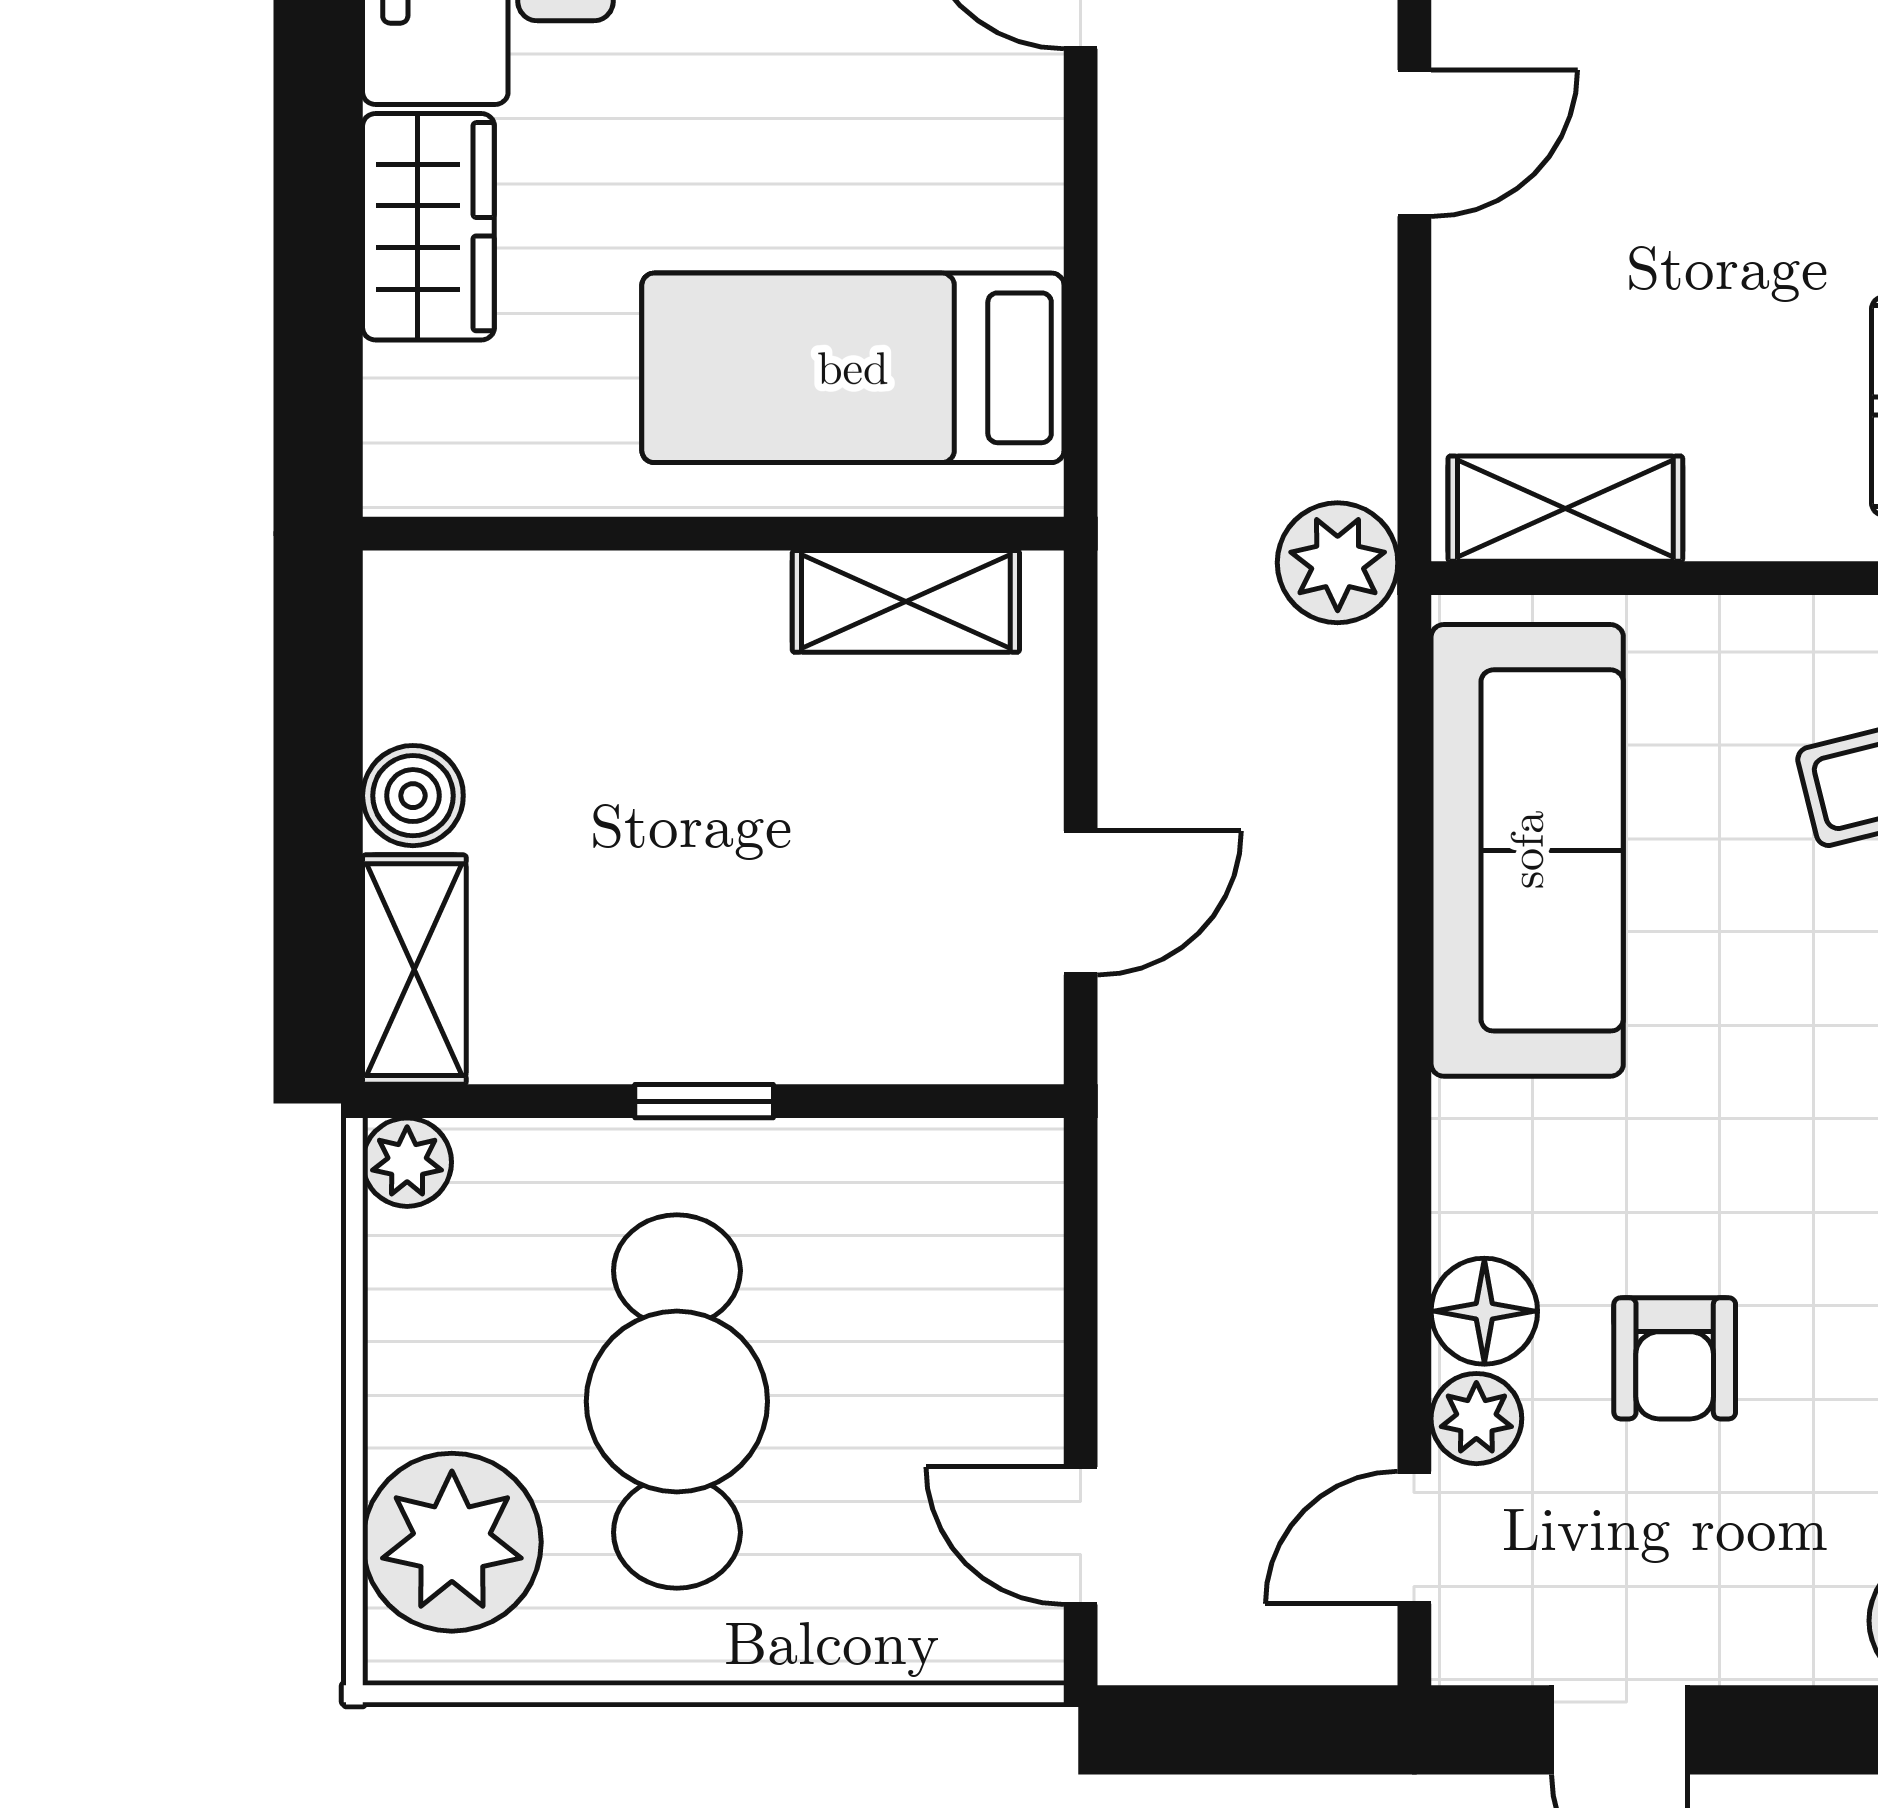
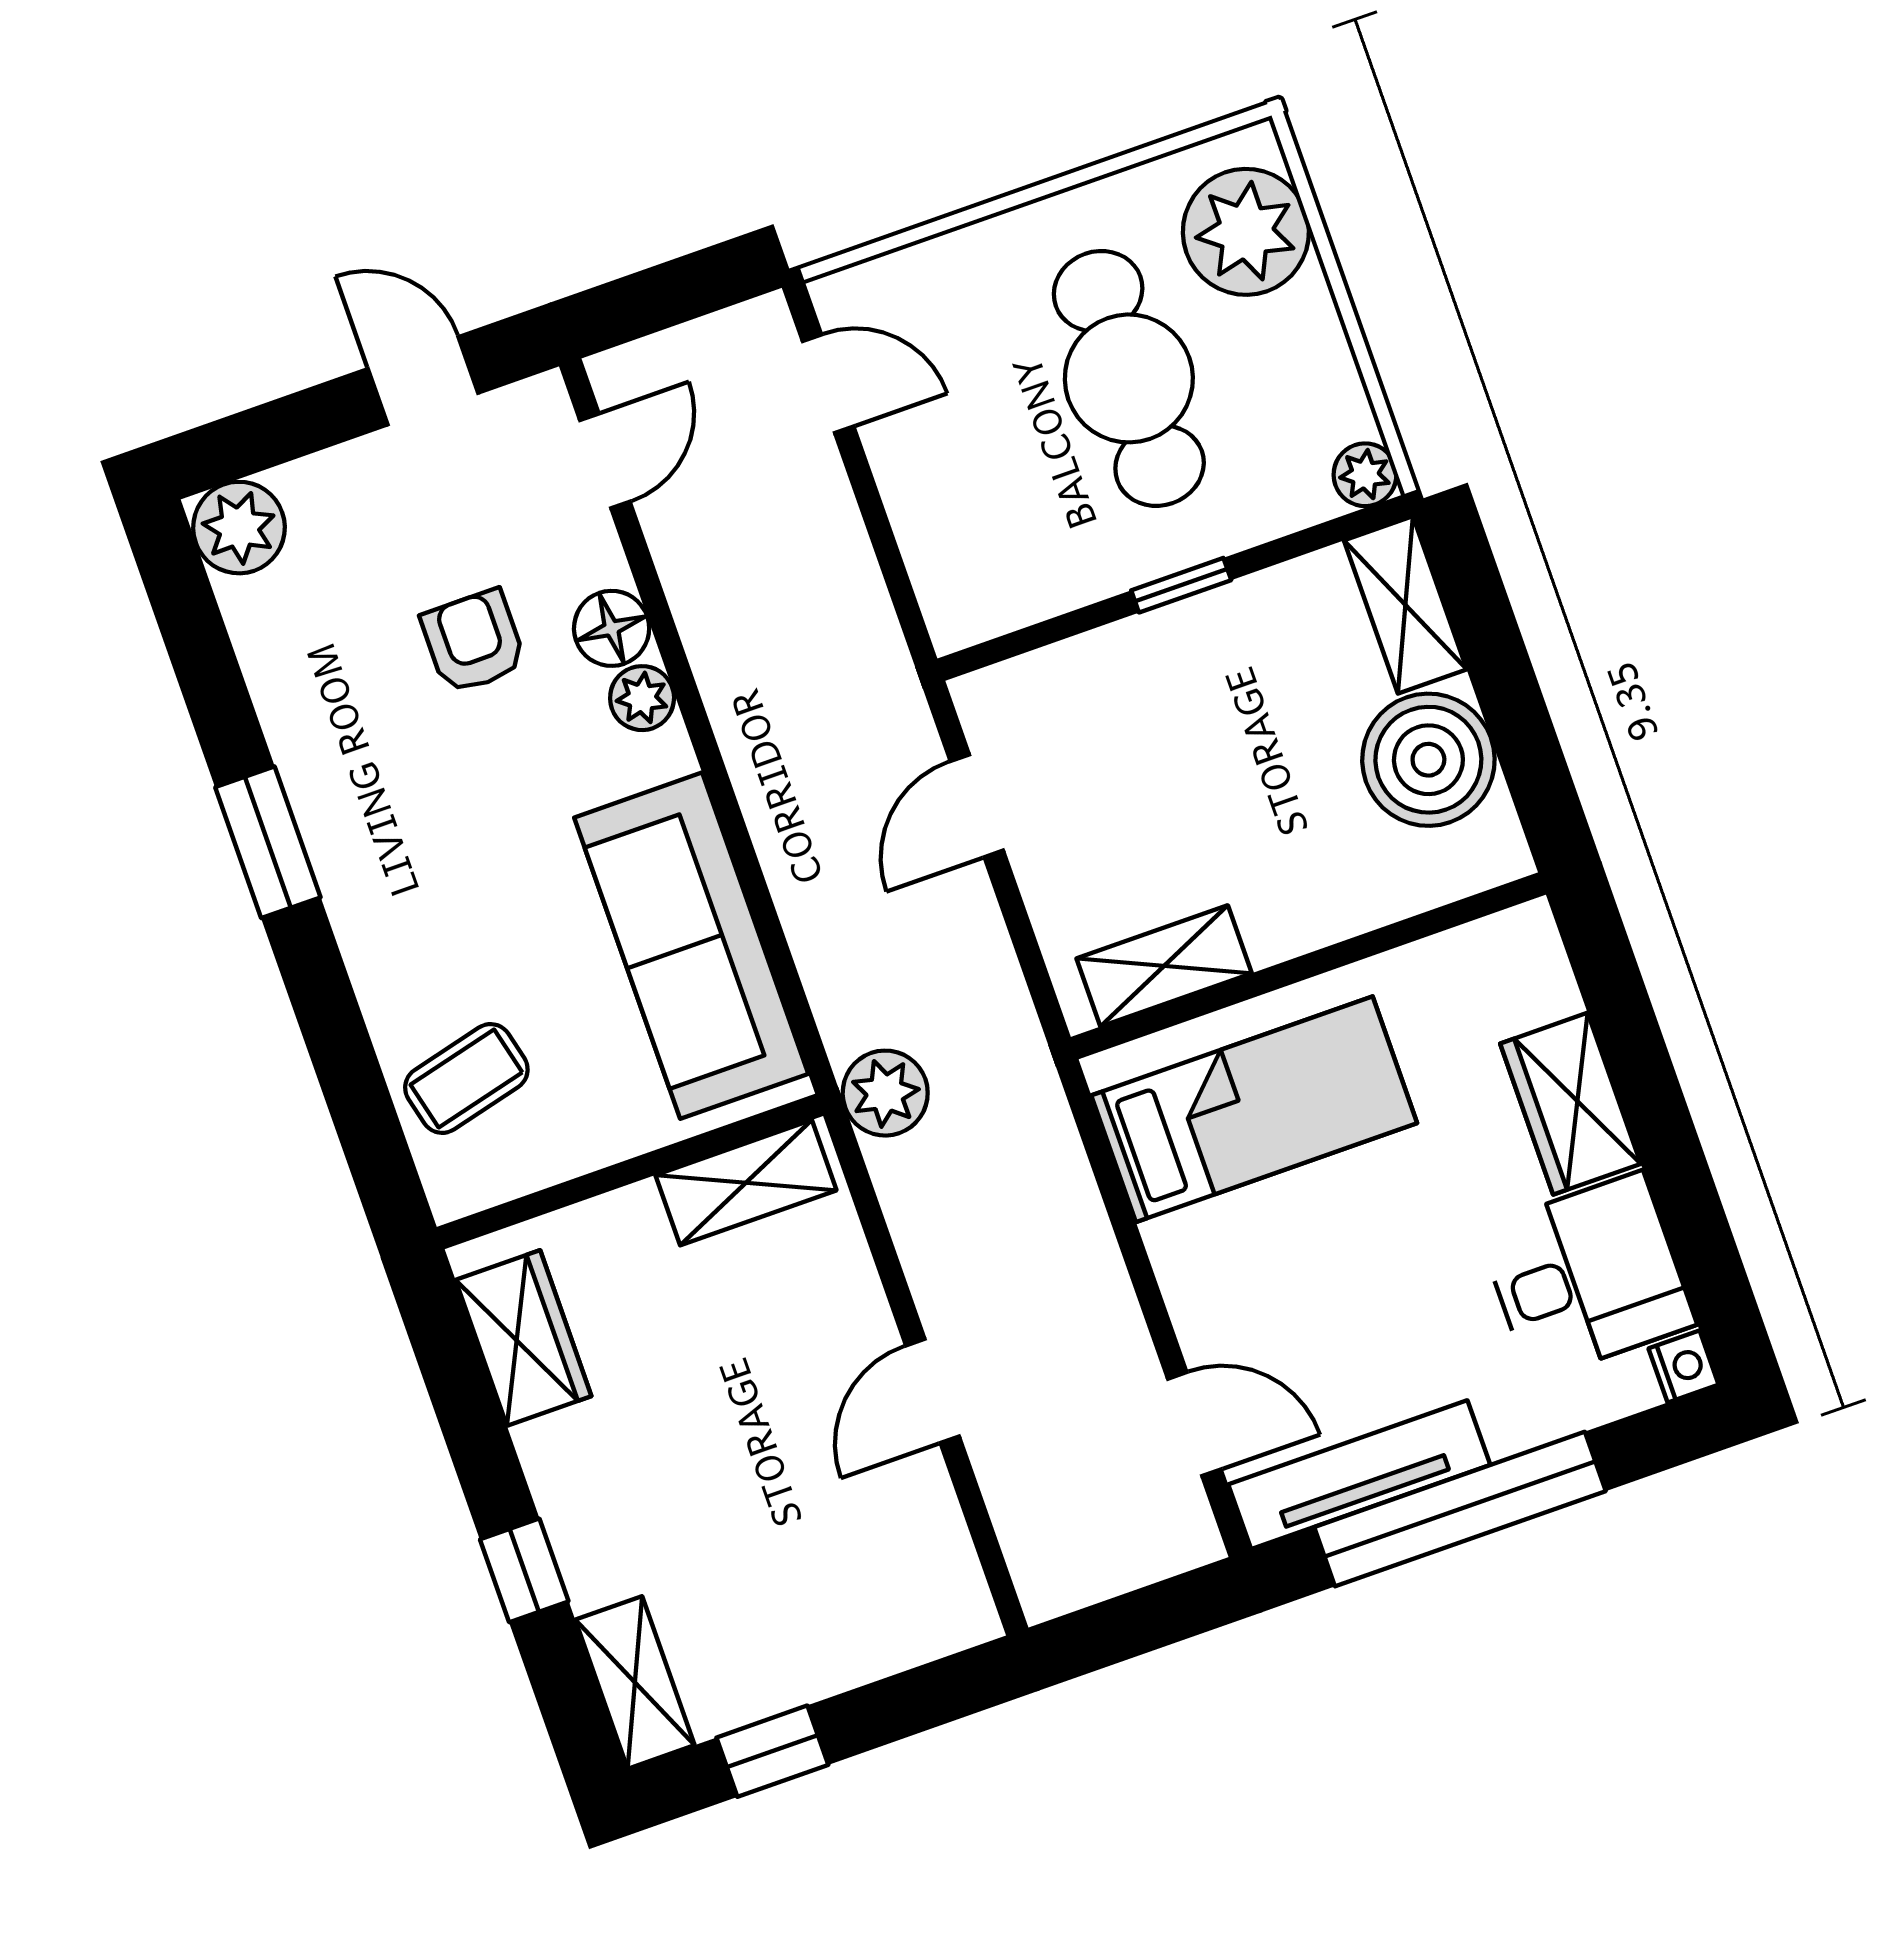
boiler: (413, 796) -> (1428, 760), width x1.86, depth x1.86
plant: (1476, 1419) -> (642, 698), moved

